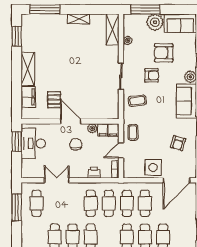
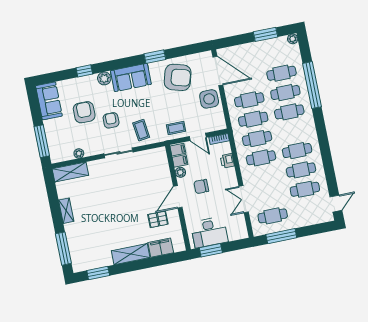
plant: (155, 22) -> (53, 128), removed
armchair: (164, 53) -> (84, 112), turned 180
armchair: (178, 143) -> (178, 77), width x1.88, depth x1.88

